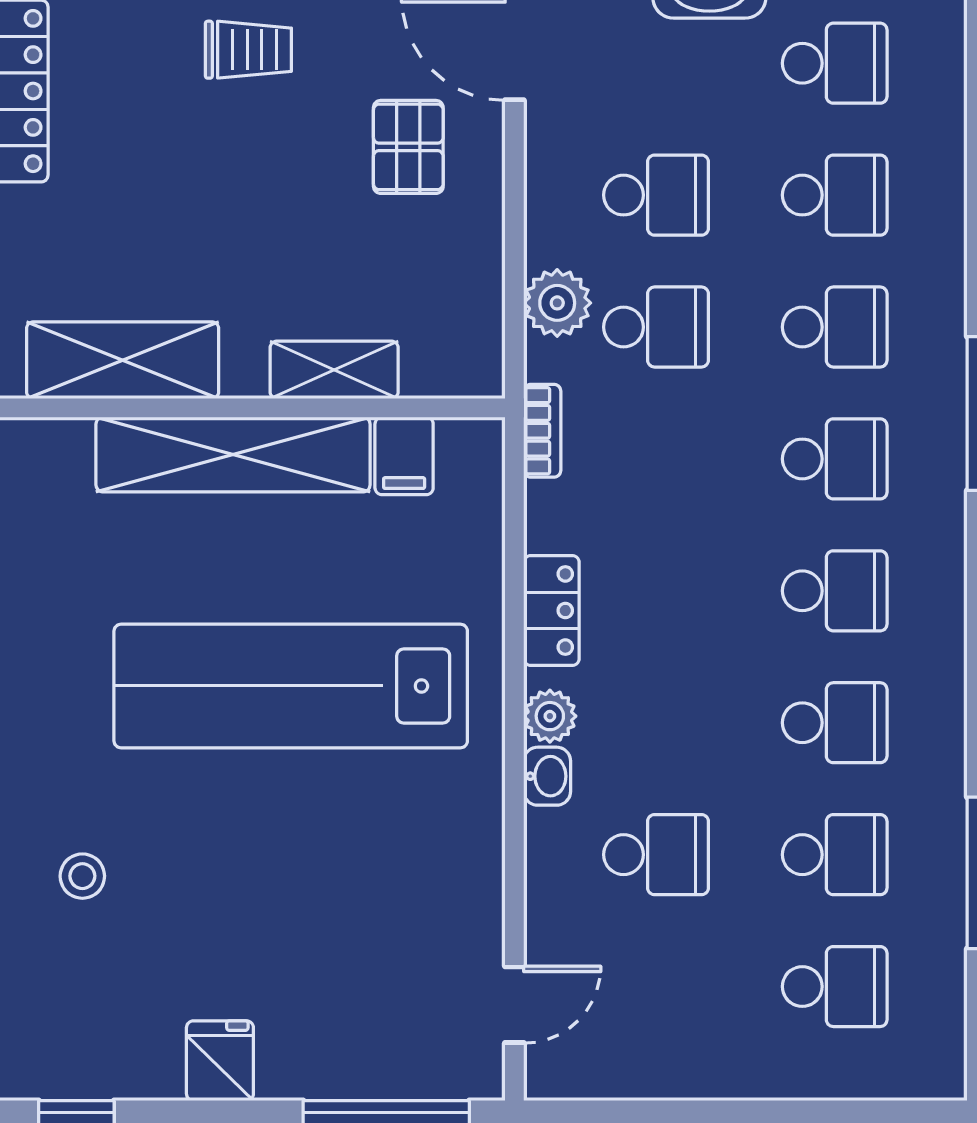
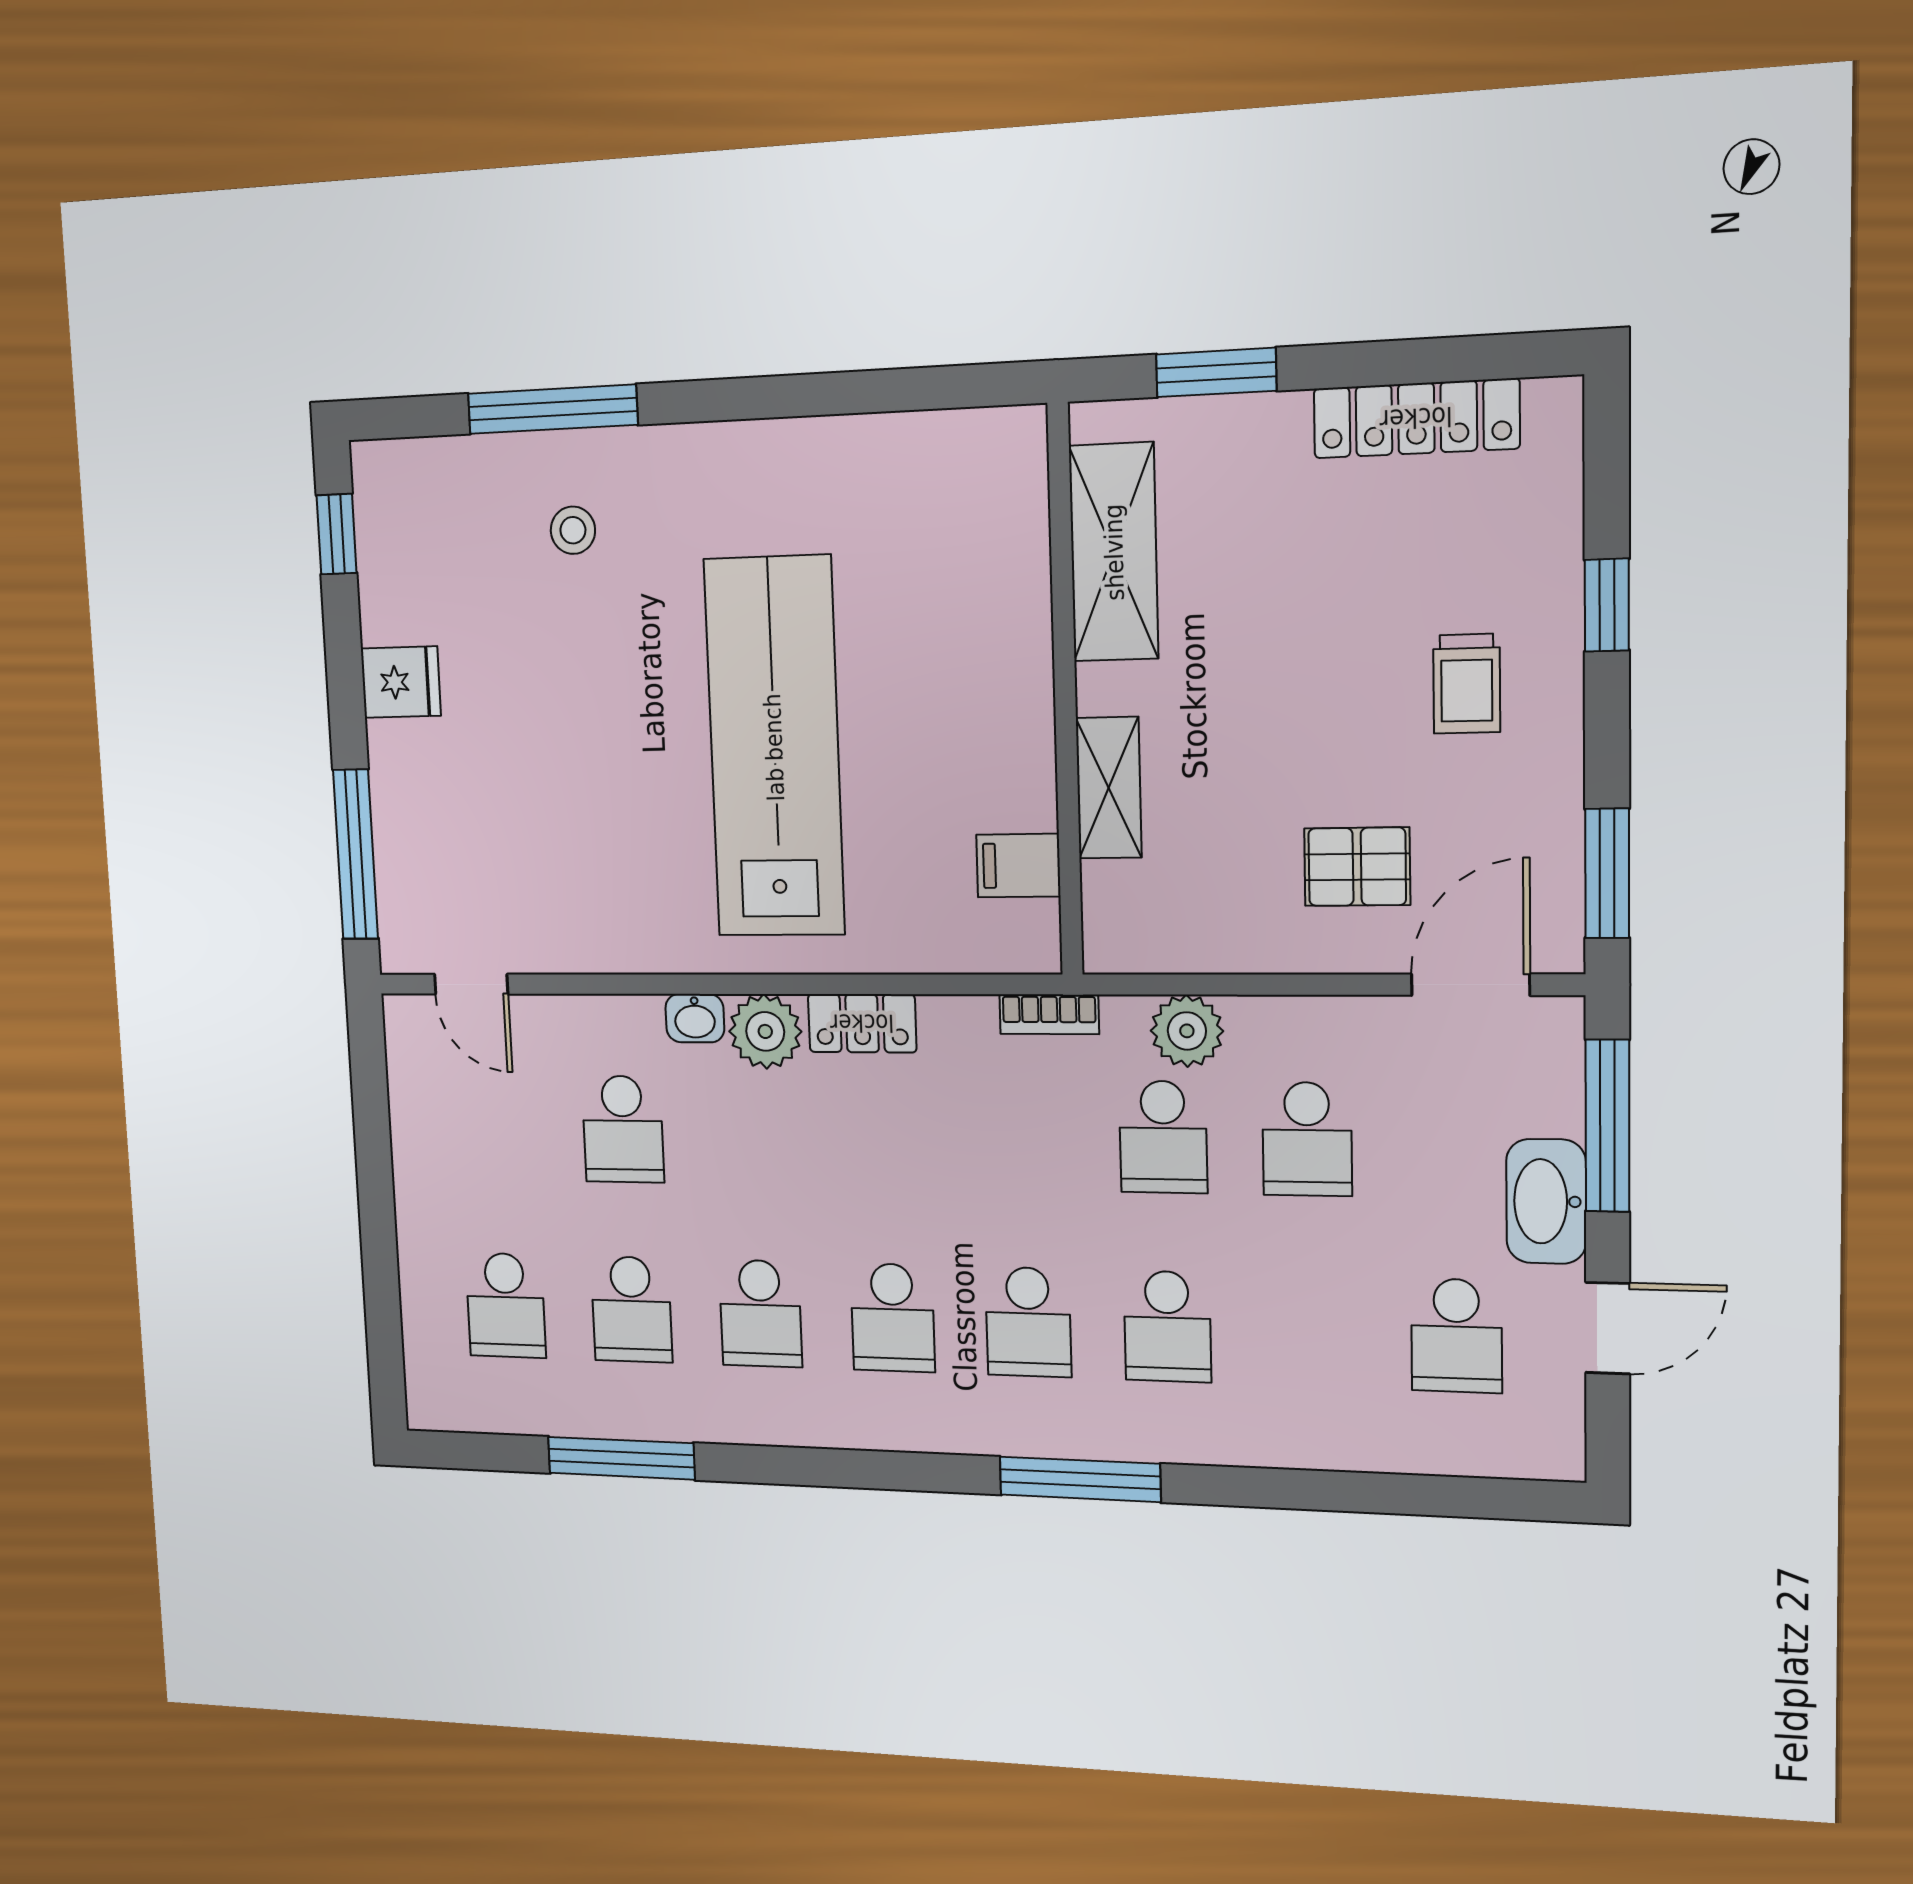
school desk: (835, 195) -> (1310, 1331), removed
shelving: (233, 454) -> (1014, 679), removed
plant: (550, 716) -> (765, 1031), width x1.38, depth x1.38

